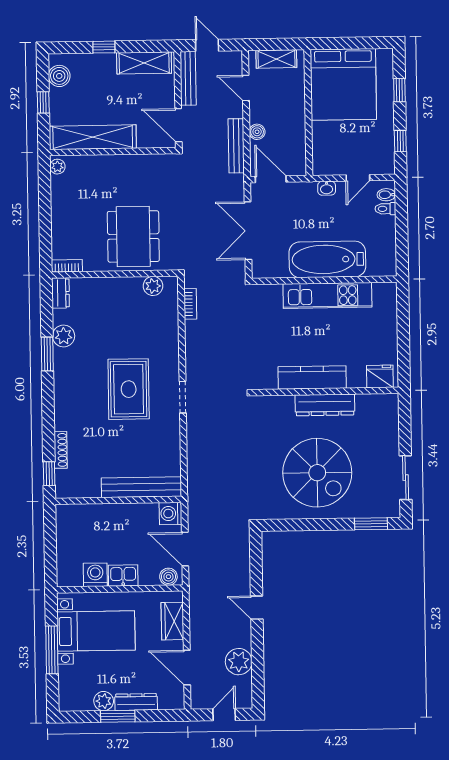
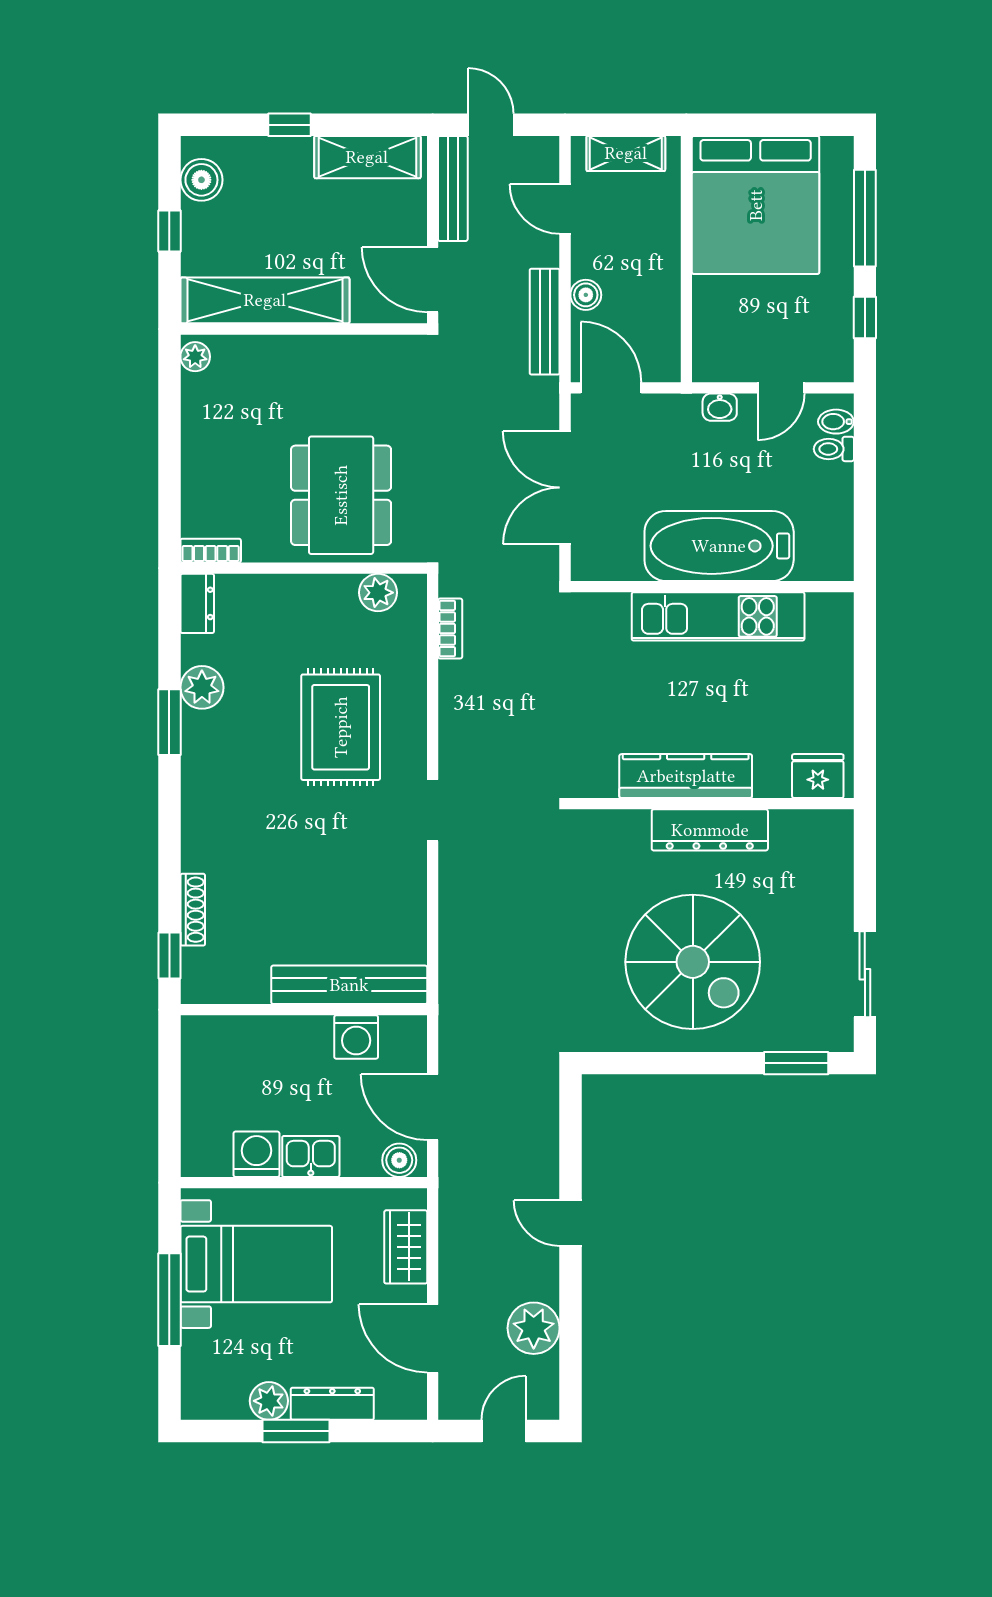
window: (399, 90) -> (865, 218), width x2.17
rug: (129, 389) -> (341, 727), moved
washing machine: (171, 513) -> (356, 1037), moved, turned -90

